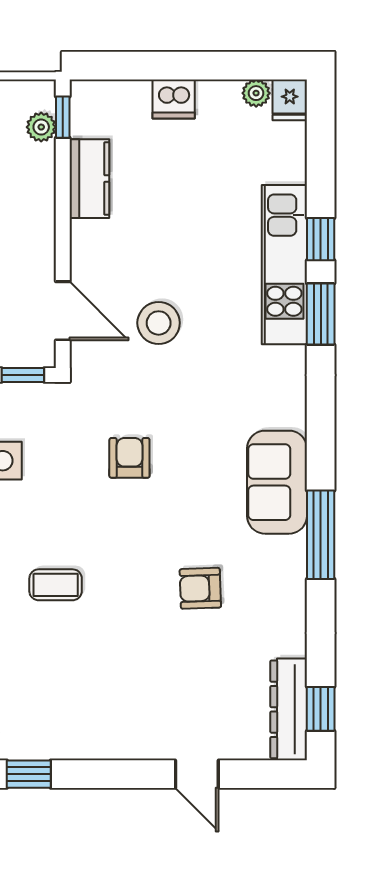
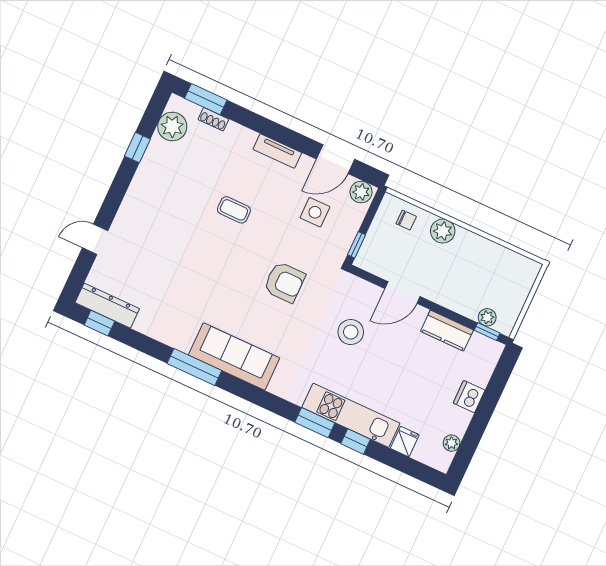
fridge: (290, 100) -> (405, 442), moved, turned 90
door: (63, 311) -> (402, 292), moved
armchair: (129, 458) -> (284, 282), width x1.38, depth x1.38
sofa: (277, 482) -> (234, 356), width x1.36
coffee table: (56, 585) -> (234, 210), turned 90
armchair: (200, 588) -> (196, 288), removed

